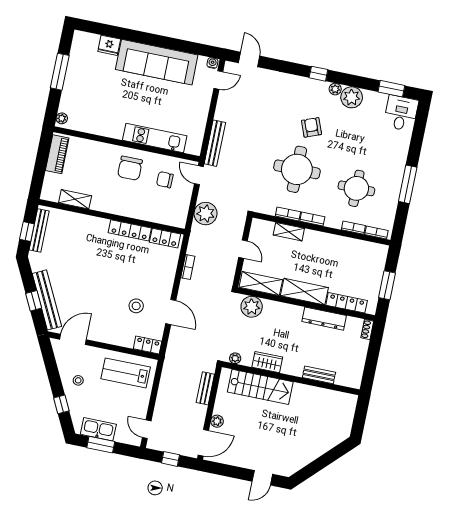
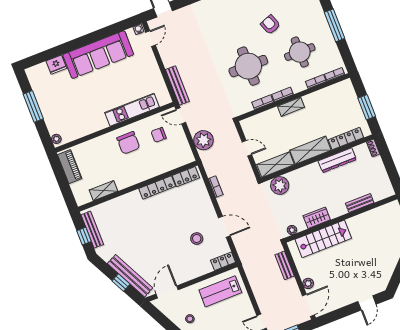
armchair: (312, 127) -> (270, 25), moved
shelving: (289, 232) -> (291, 107), moved

